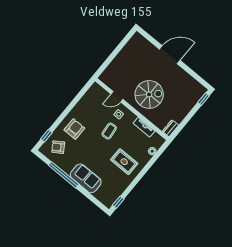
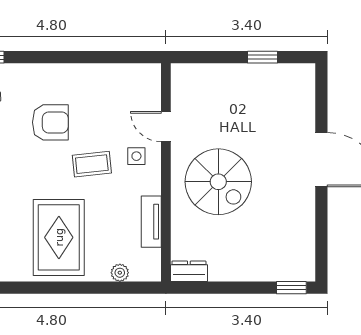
window: (120, 46) -> (263, 57), added
armchair: (74, 129) -> (50, 122), moved
rug: (124, 162) -> (59, 237), width x1.36, depth x1.43

